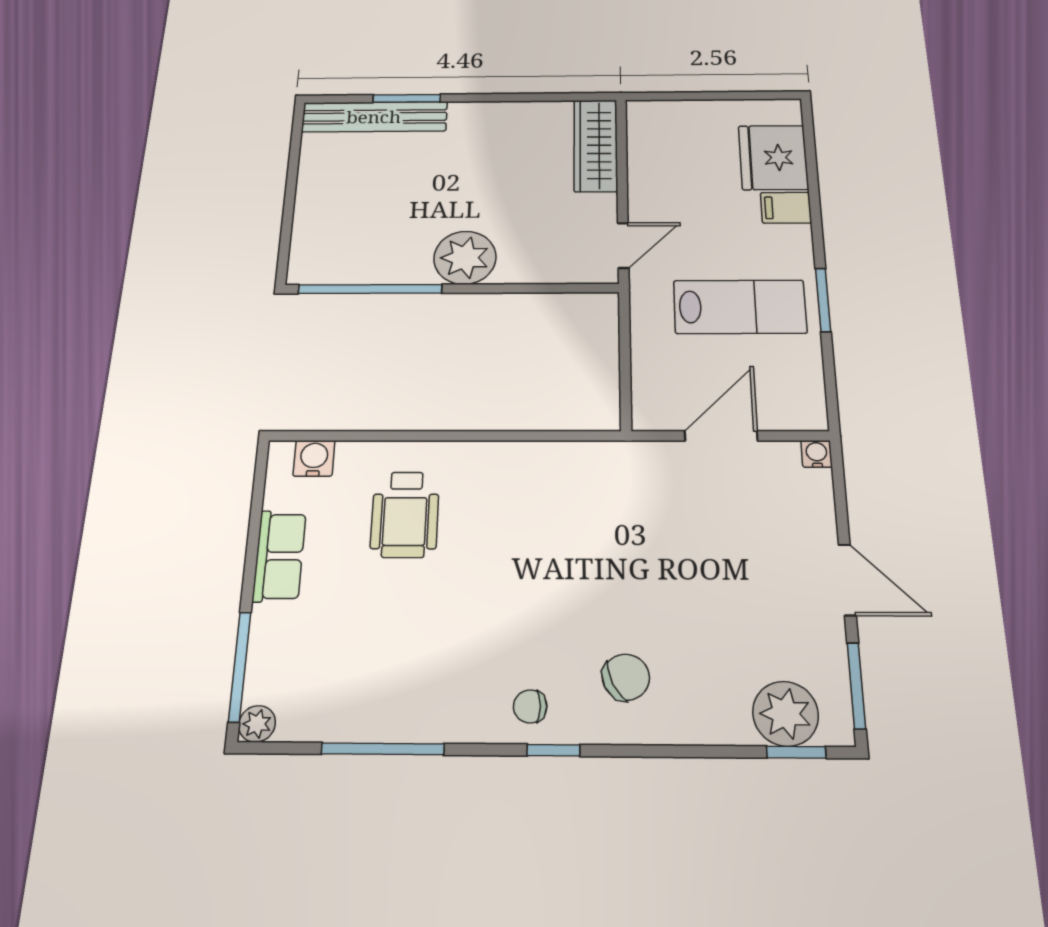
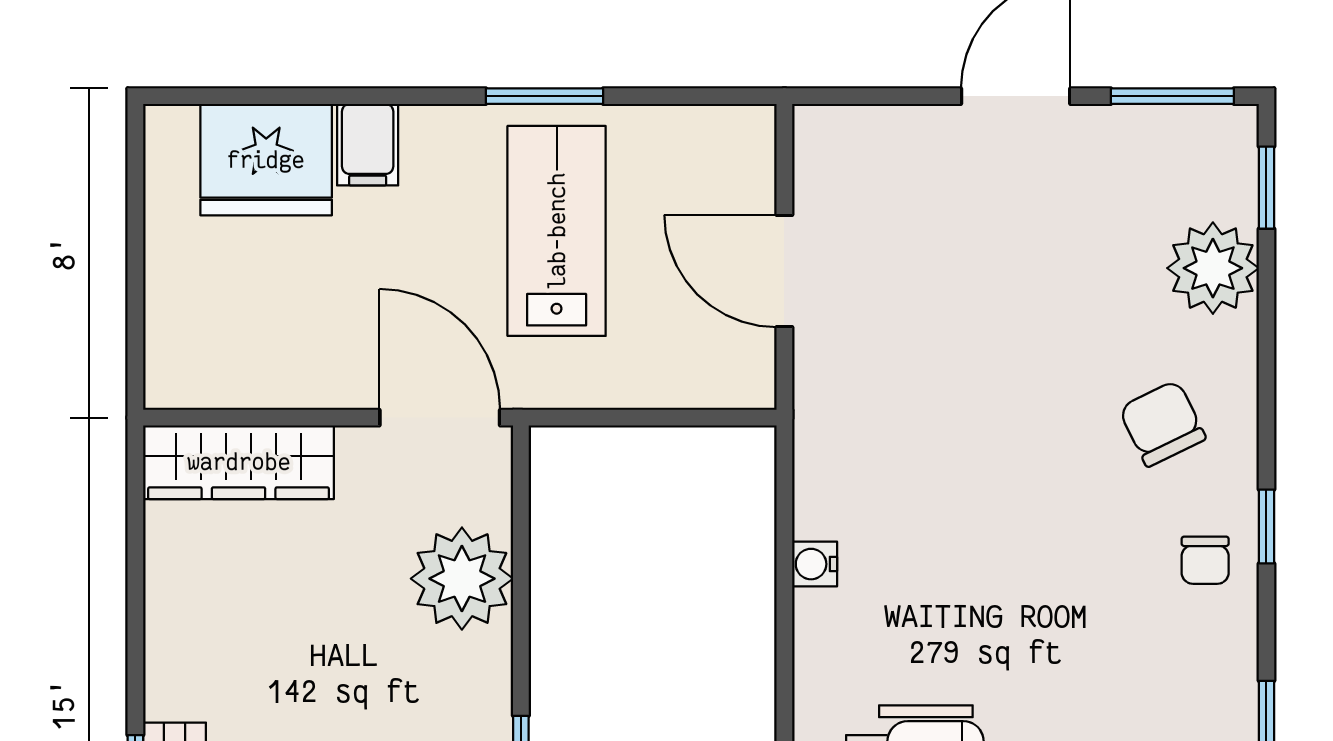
door: (623, 245) -> (440, 418), width x1.38
plant: (465, 258) -> (462, 579), moved
water cooler: (817, 454) -> (815, 564), moved
plant: (786, 714) -> (1213, 268), moved

